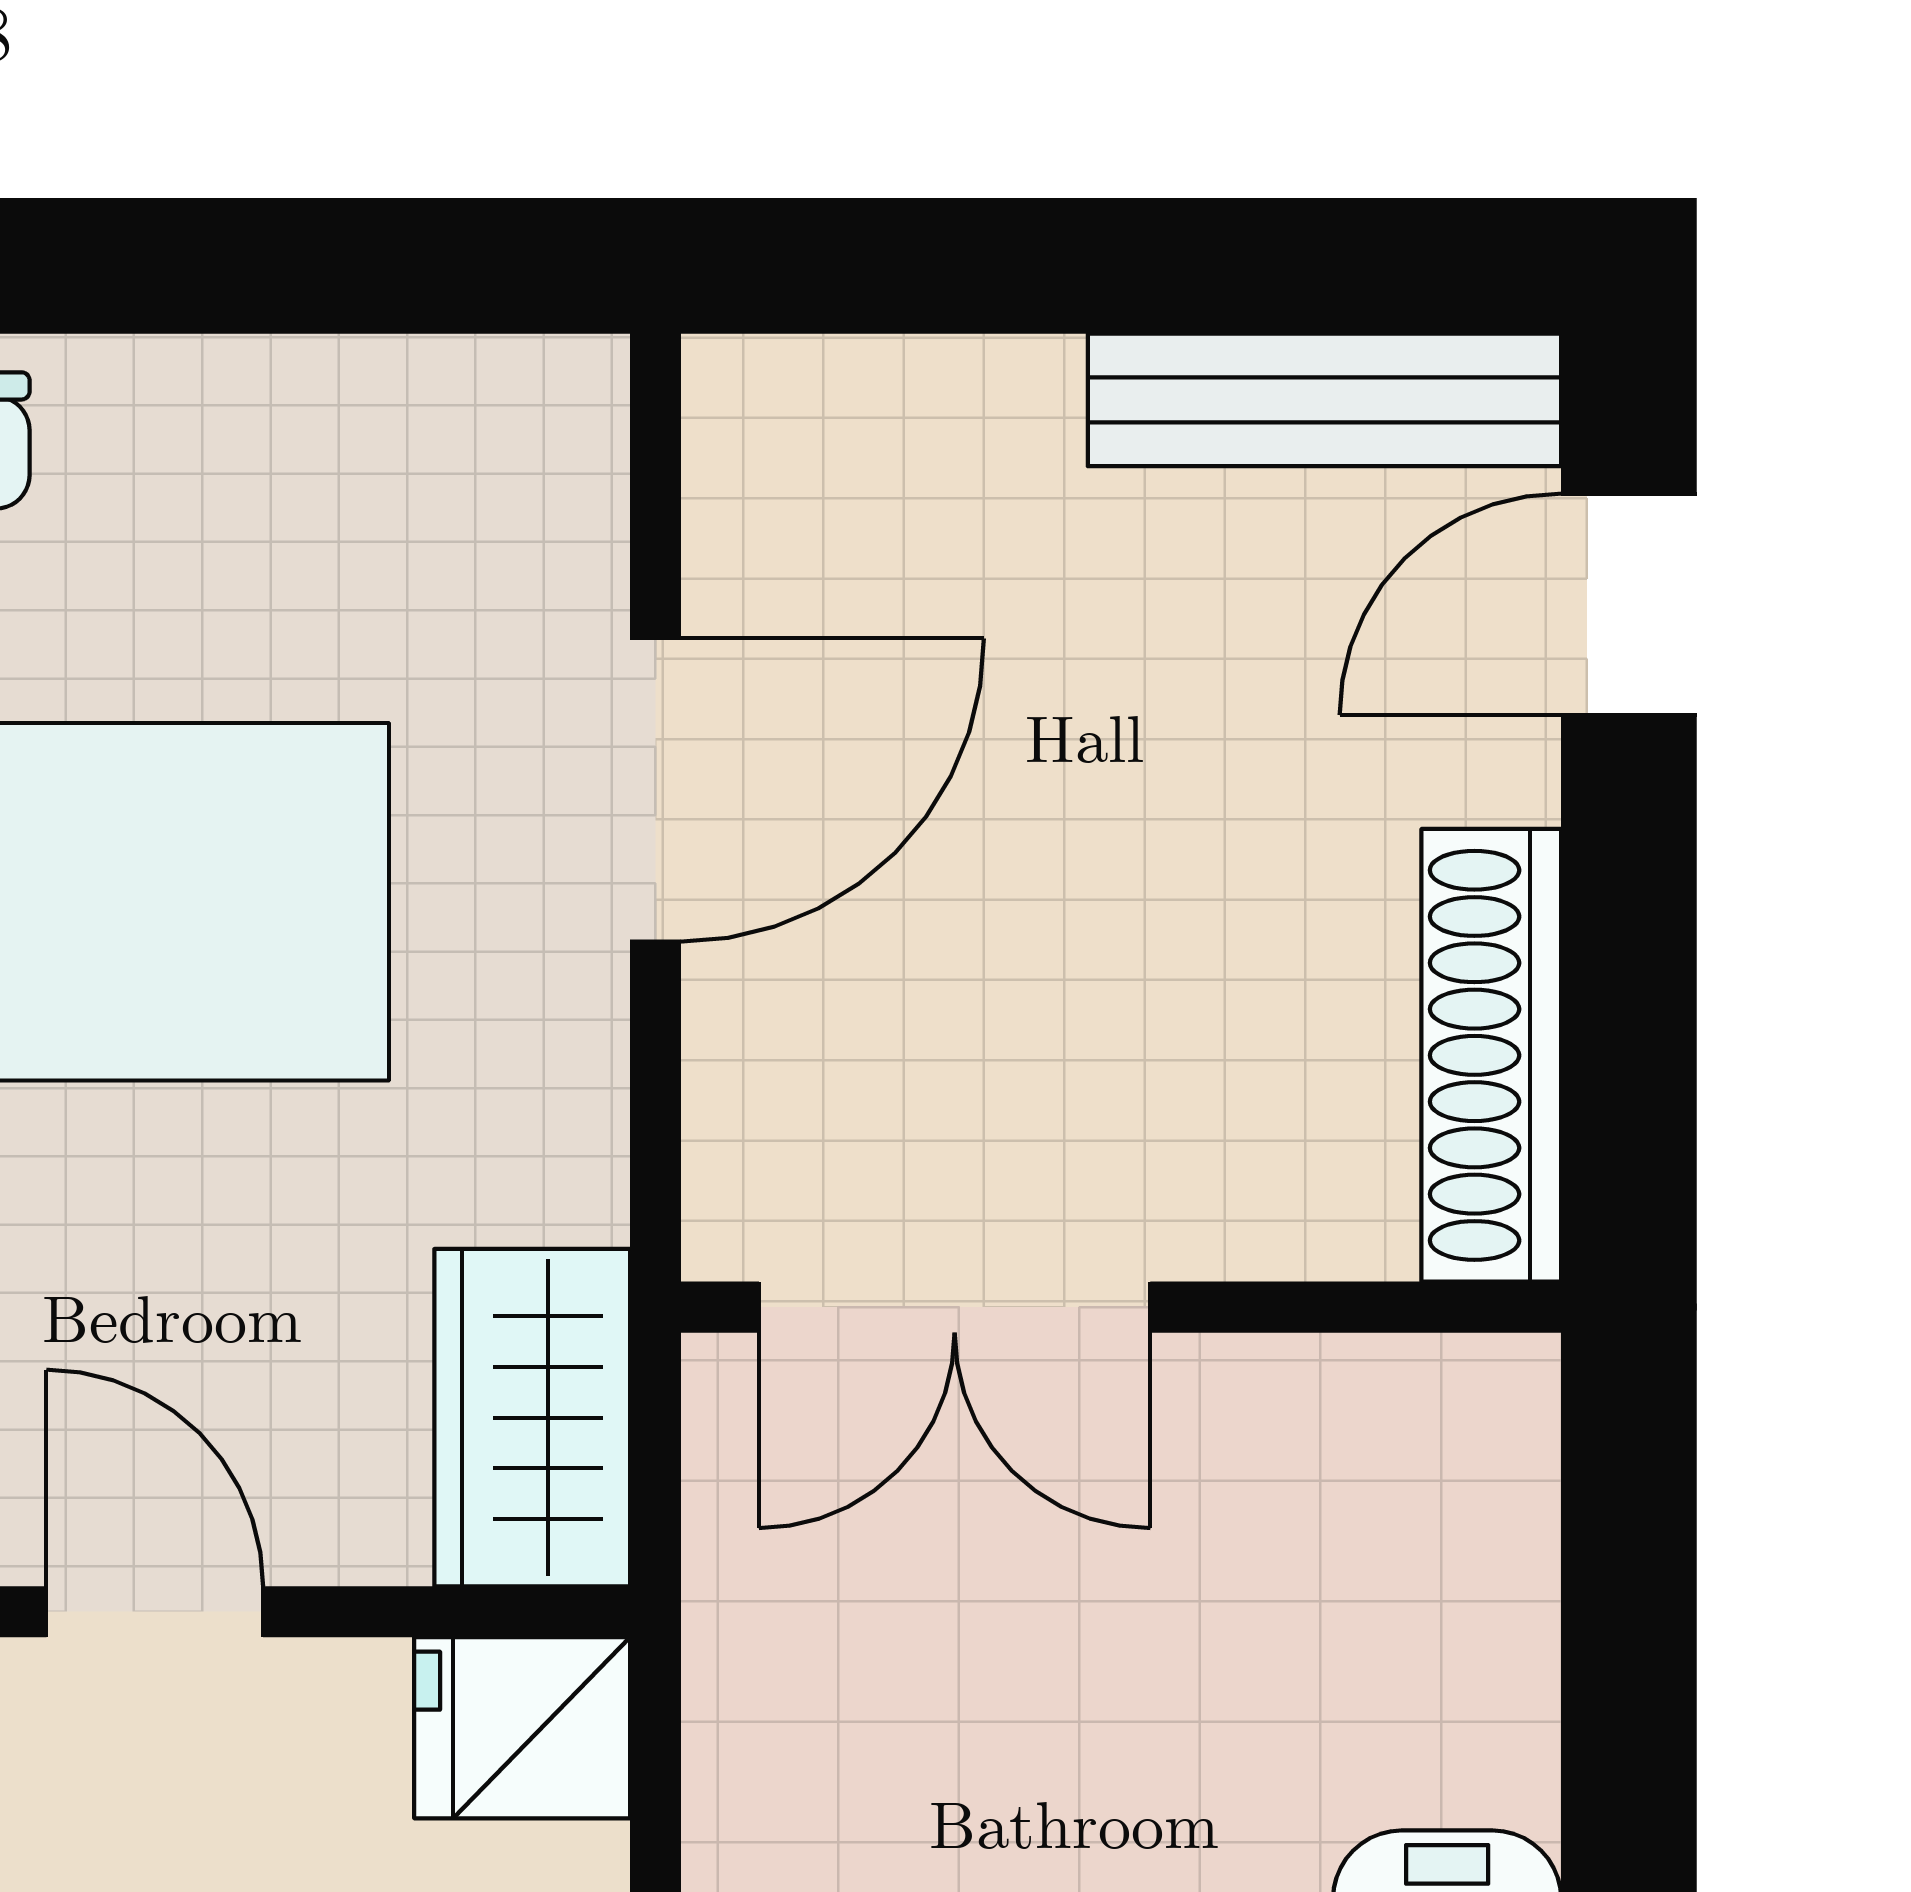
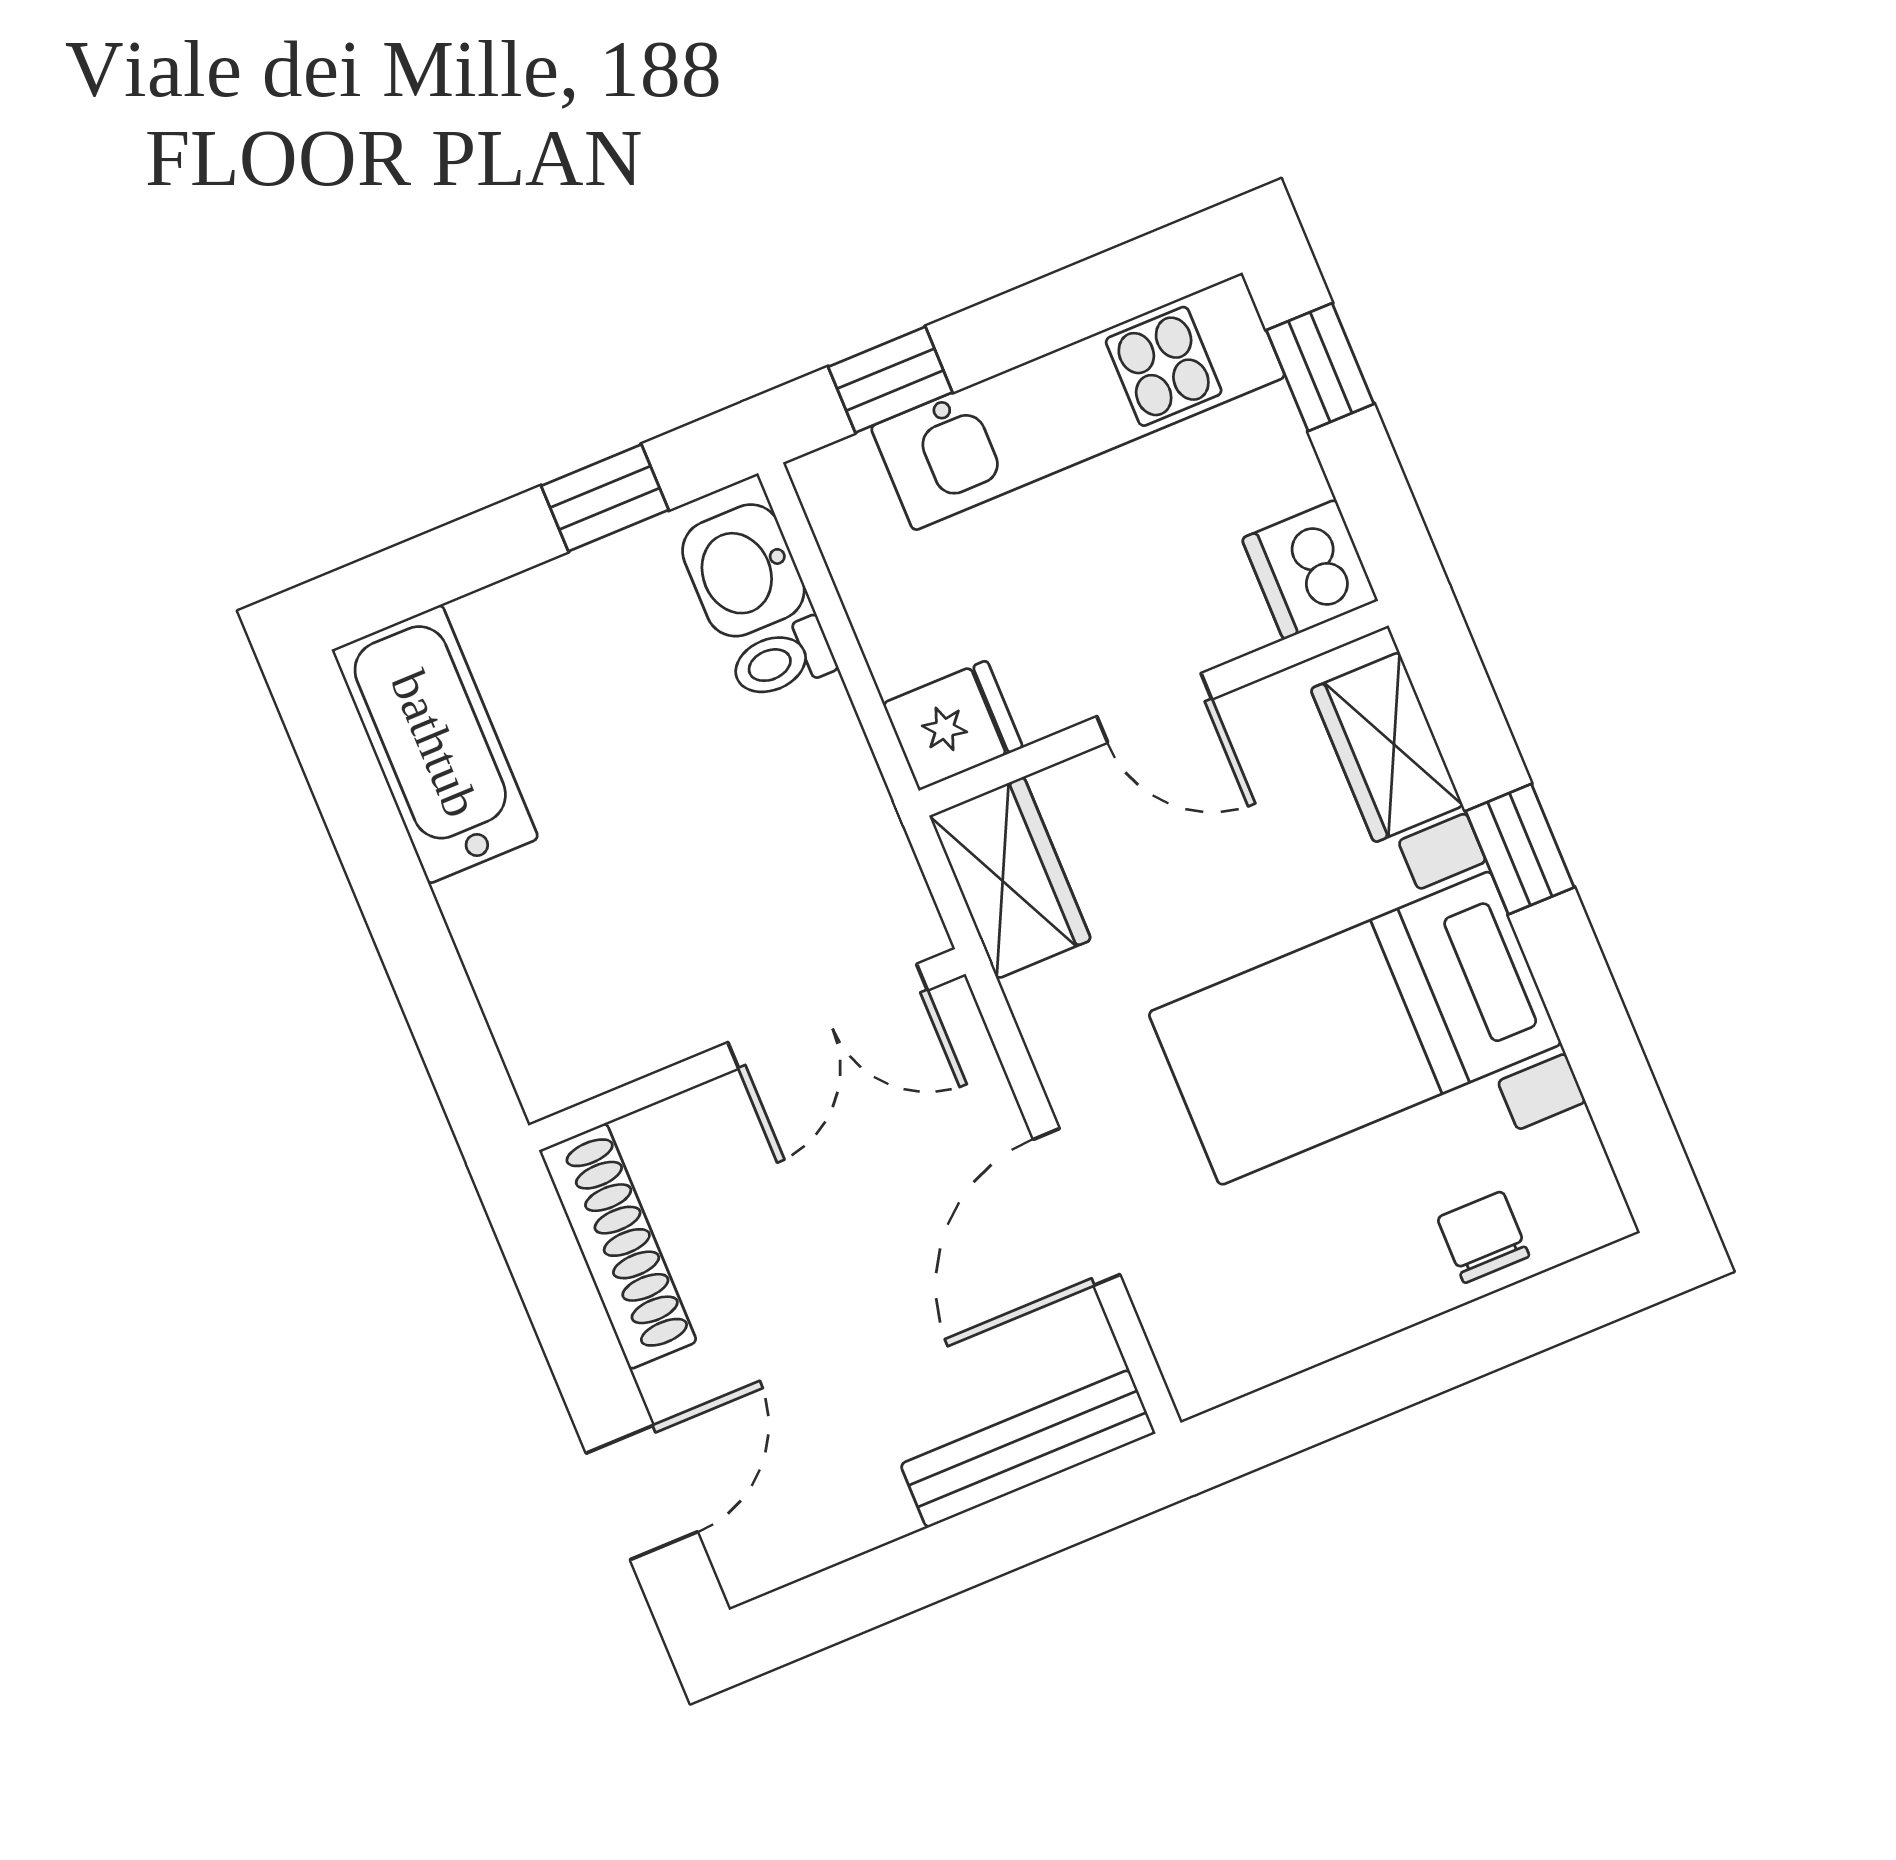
bench: (1325, 400) -> (1028, 1449), moved
double door: (955, 1307) -> (828, 1016), swing flipped

